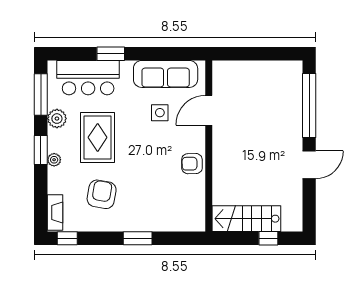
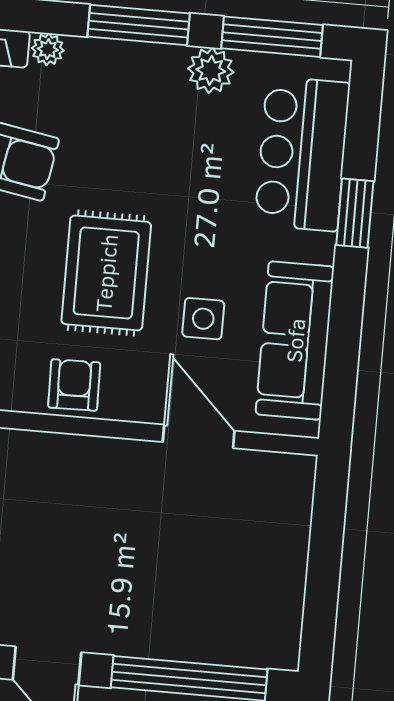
rug: (98, 137) -> (106, 273), moved, turned 90
window: (41, 150) -> (139, 25), width x1.44
plant: (54, 160) -> (48, 49), moved

